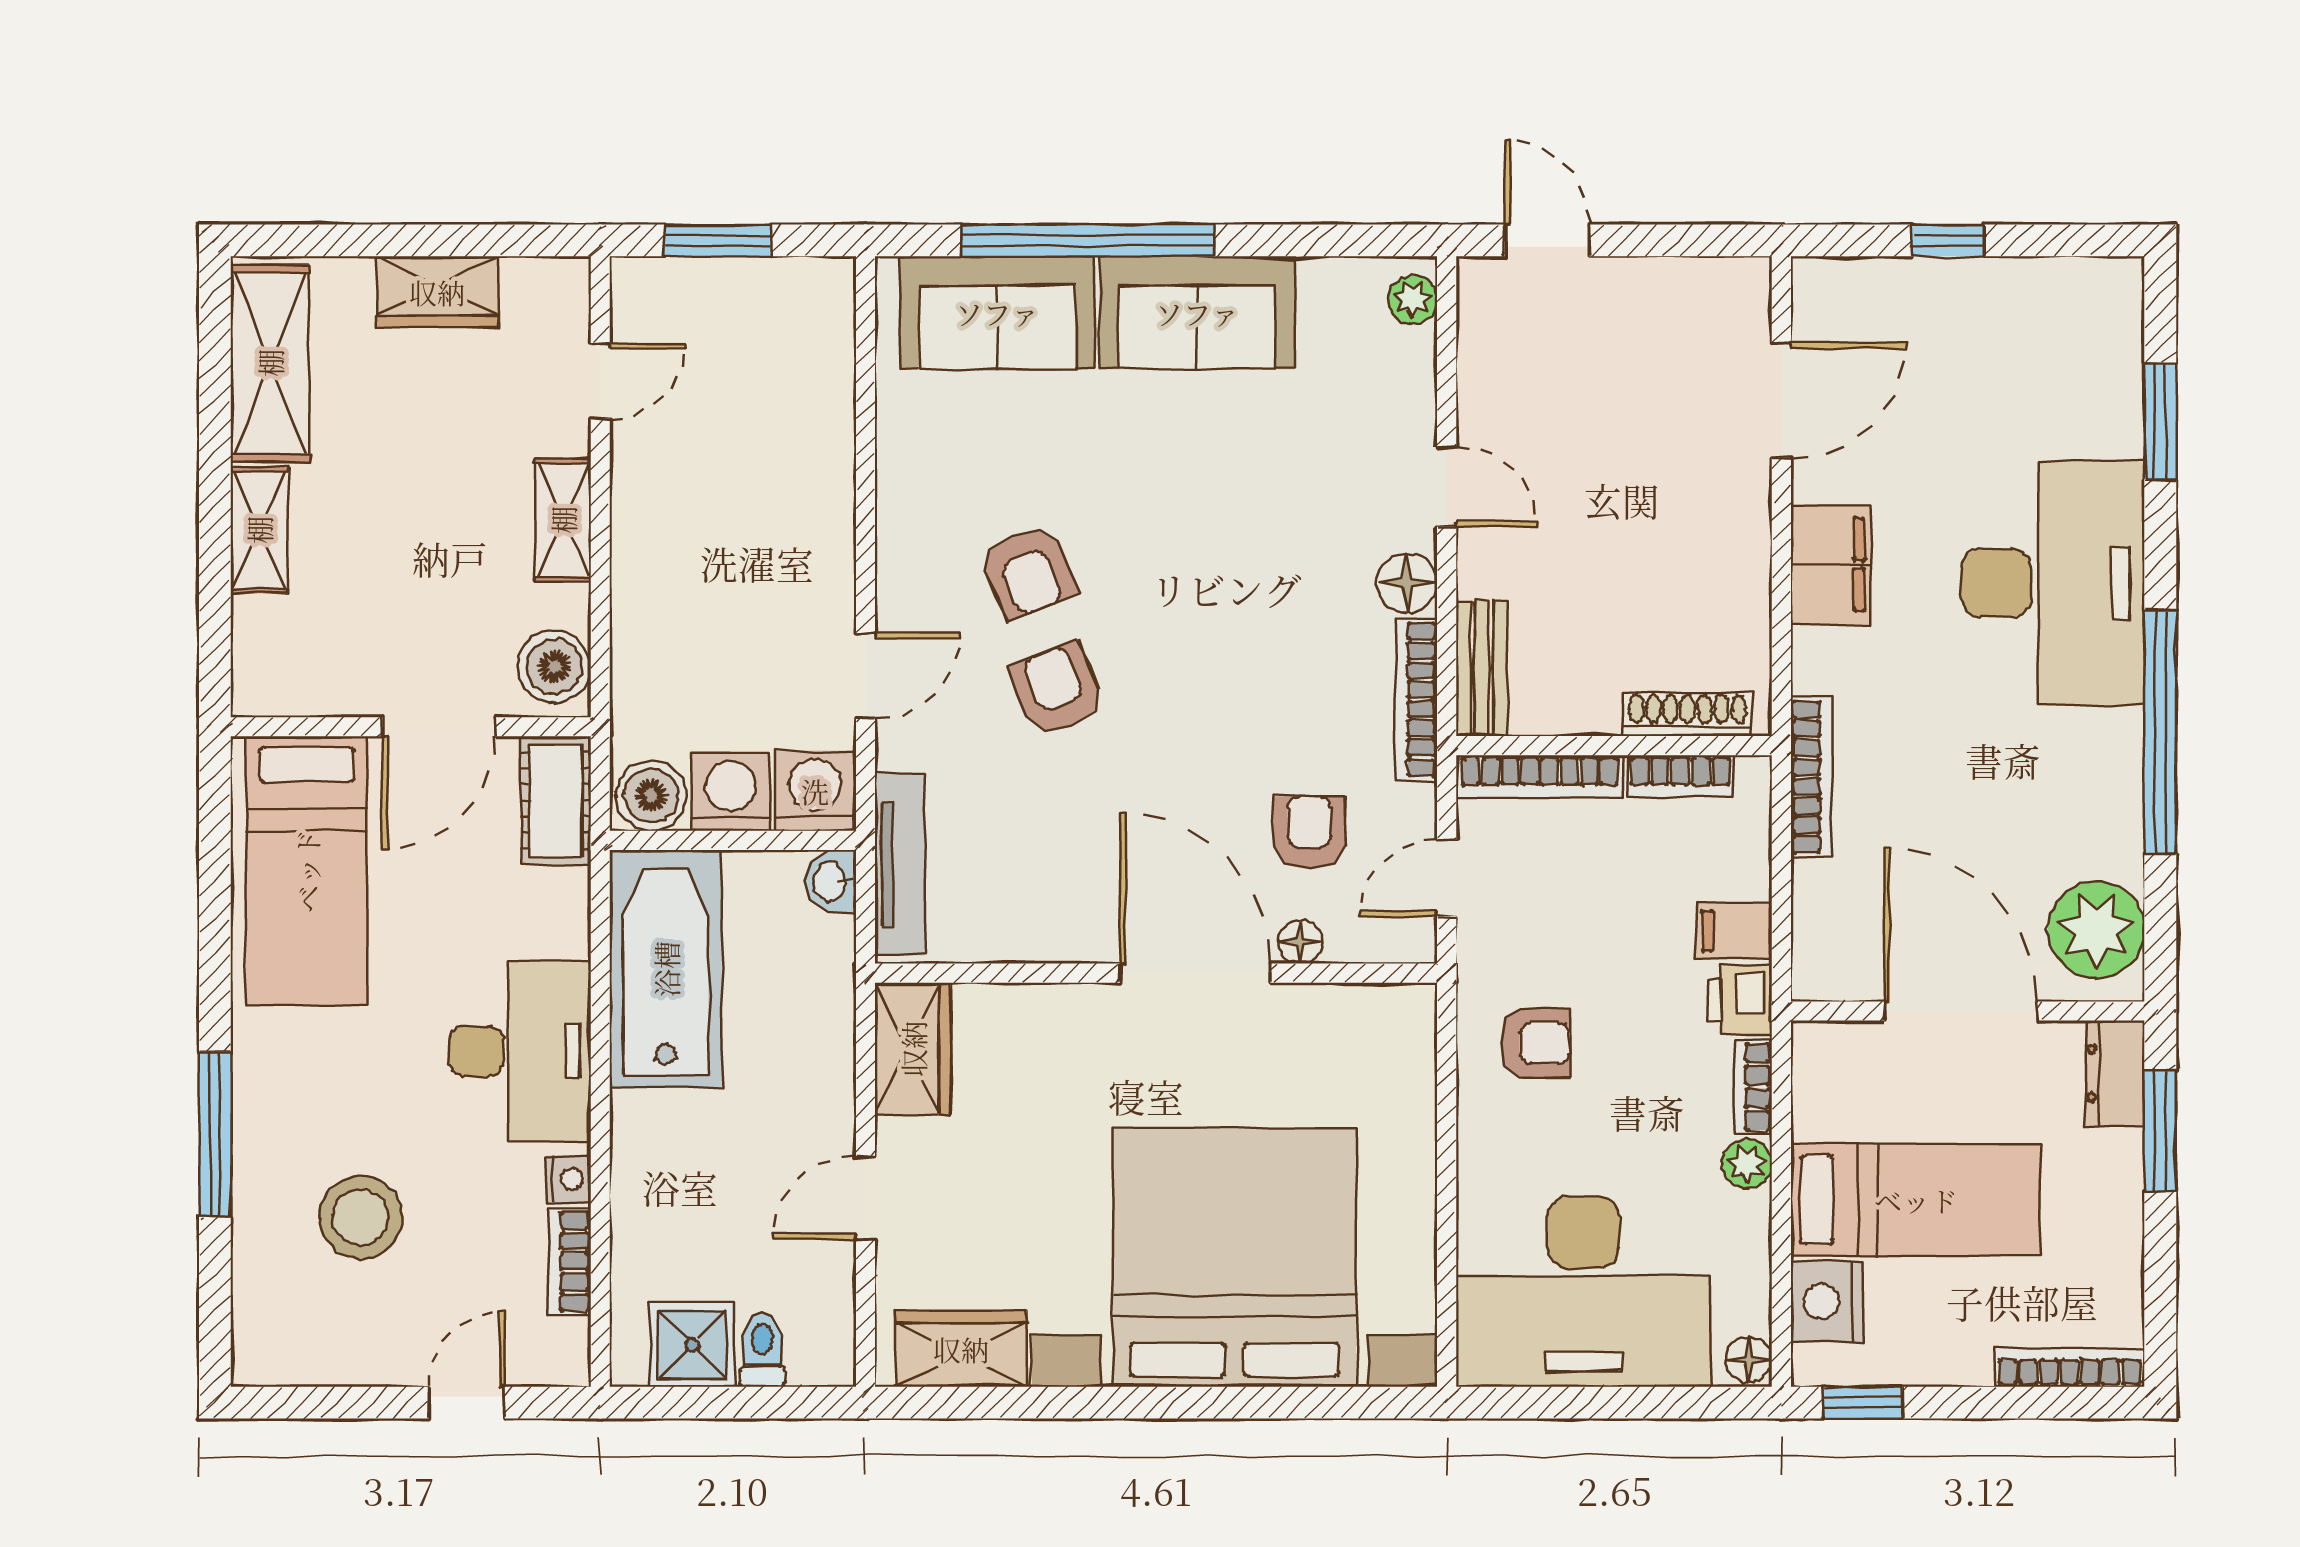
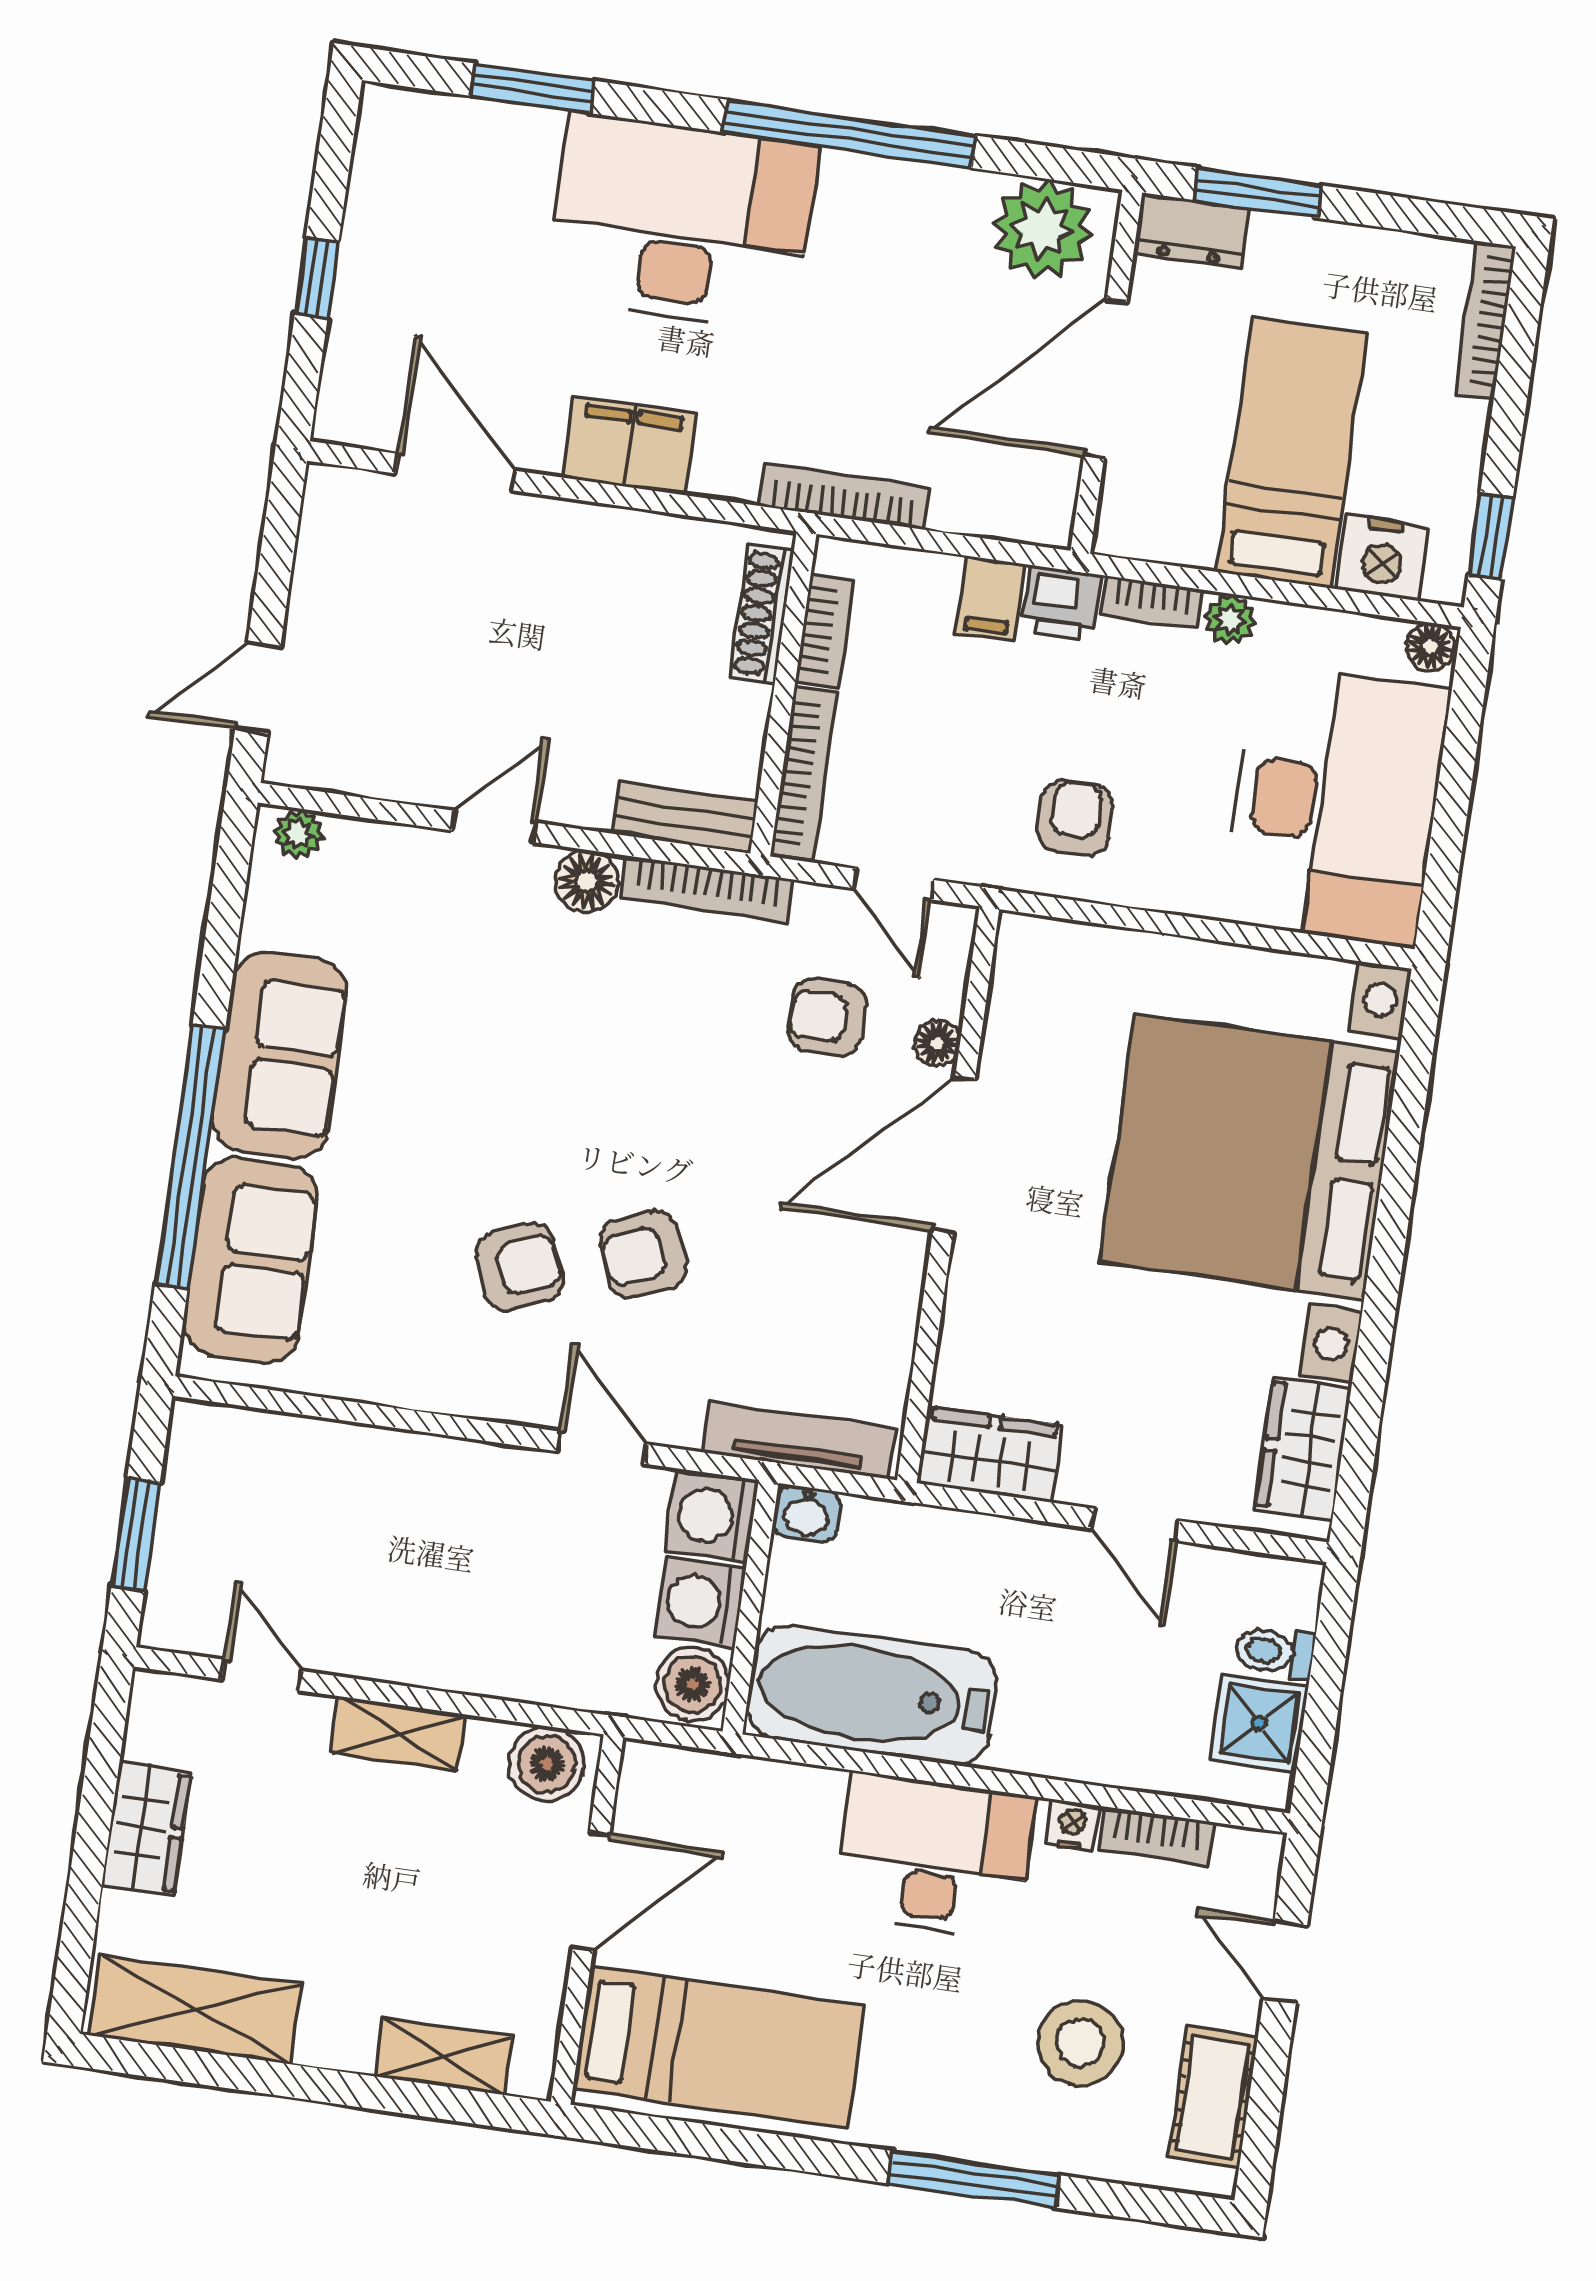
shelving: (259, 530) -> (443, 2057), moved
door: (439, 727) -> (591, 1891), hinge flipped
cot: (556, 800) -> (1213, 2097), moved, turned 90

